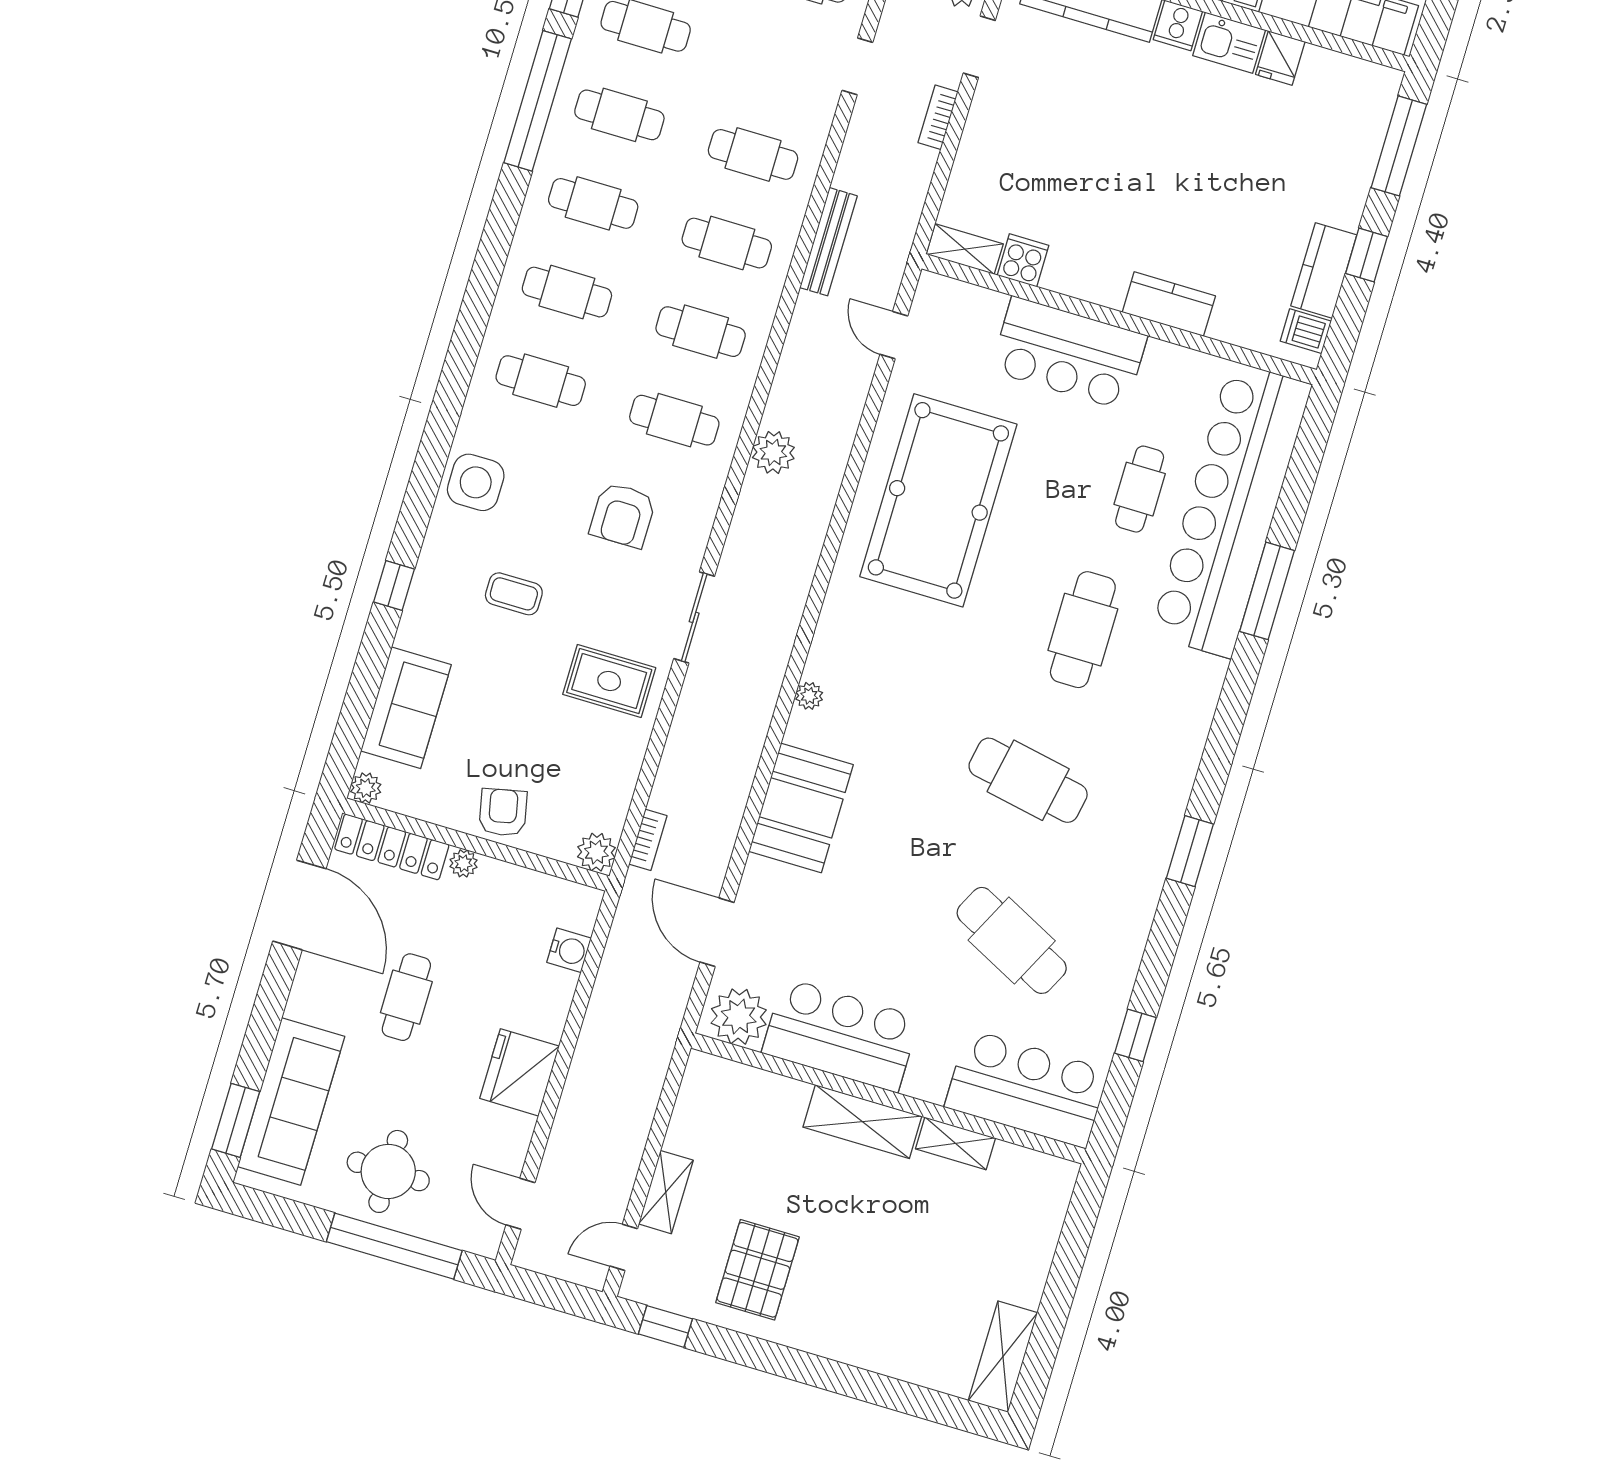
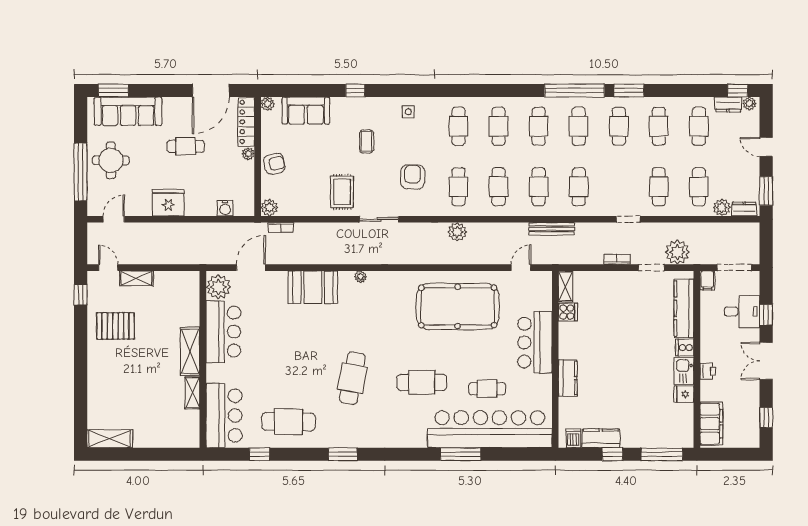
side table: (476, 482) -> (408, 112), width x0.54, depth x0.54
armchair: (623, 515) -> (413, 177), turned 90
cafe table: (1012, 940) -> (289, 422), moved, turned 64

